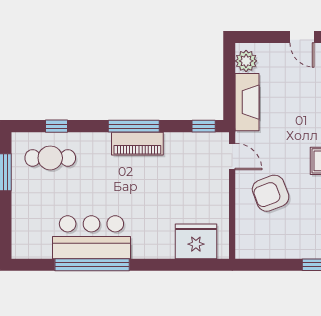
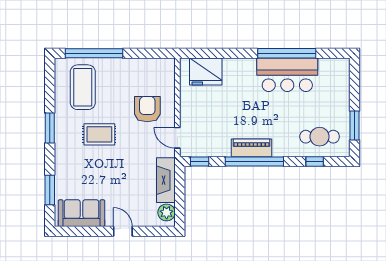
window: (134, 126) -> (254, 162), width x1.46
armchair: (271, 193) -> (147, 109), turned -69

